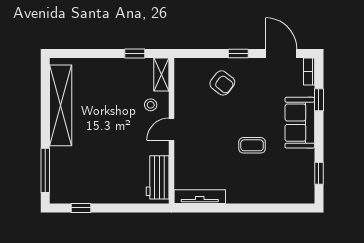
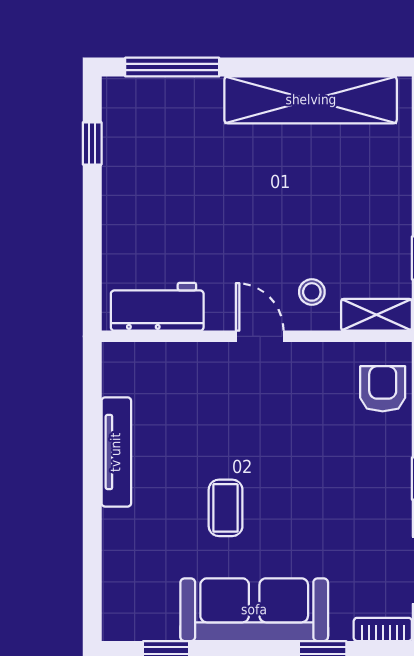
armchair: (222, 83) -> (383, 389), moved, turned 142
sofa: (300, 123) -> (254, 610), width x1.36
tv unit: (200, 197) -> (116, 452), moved

